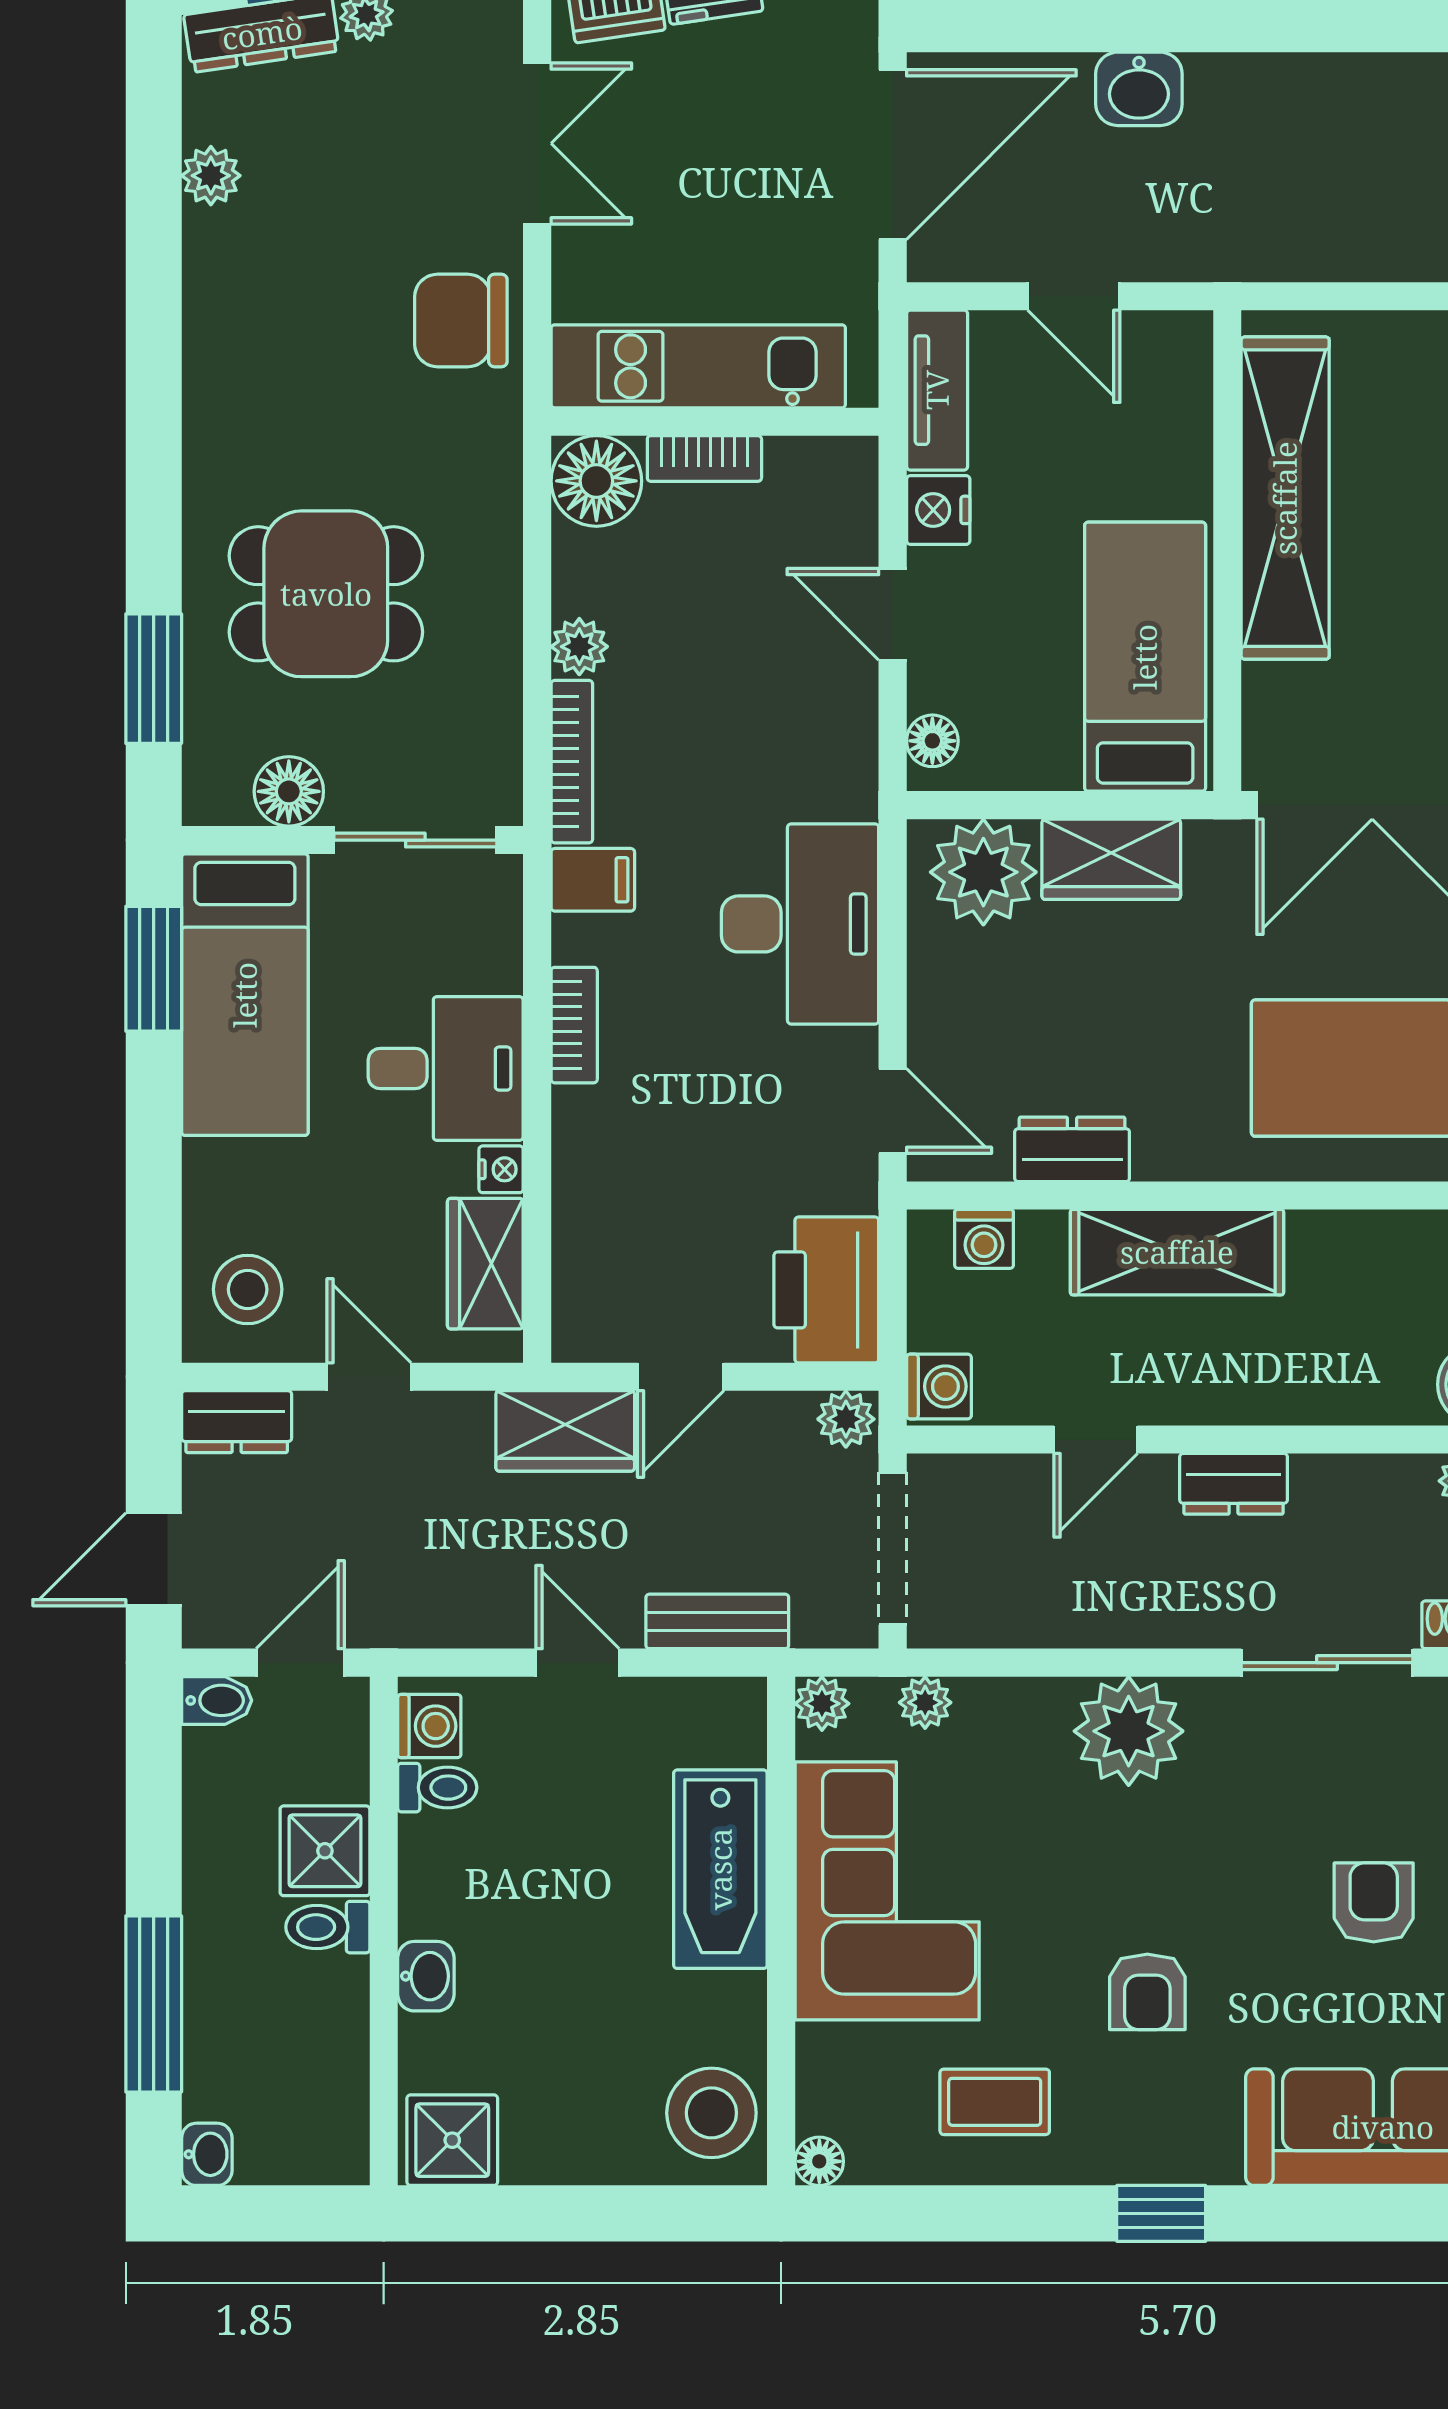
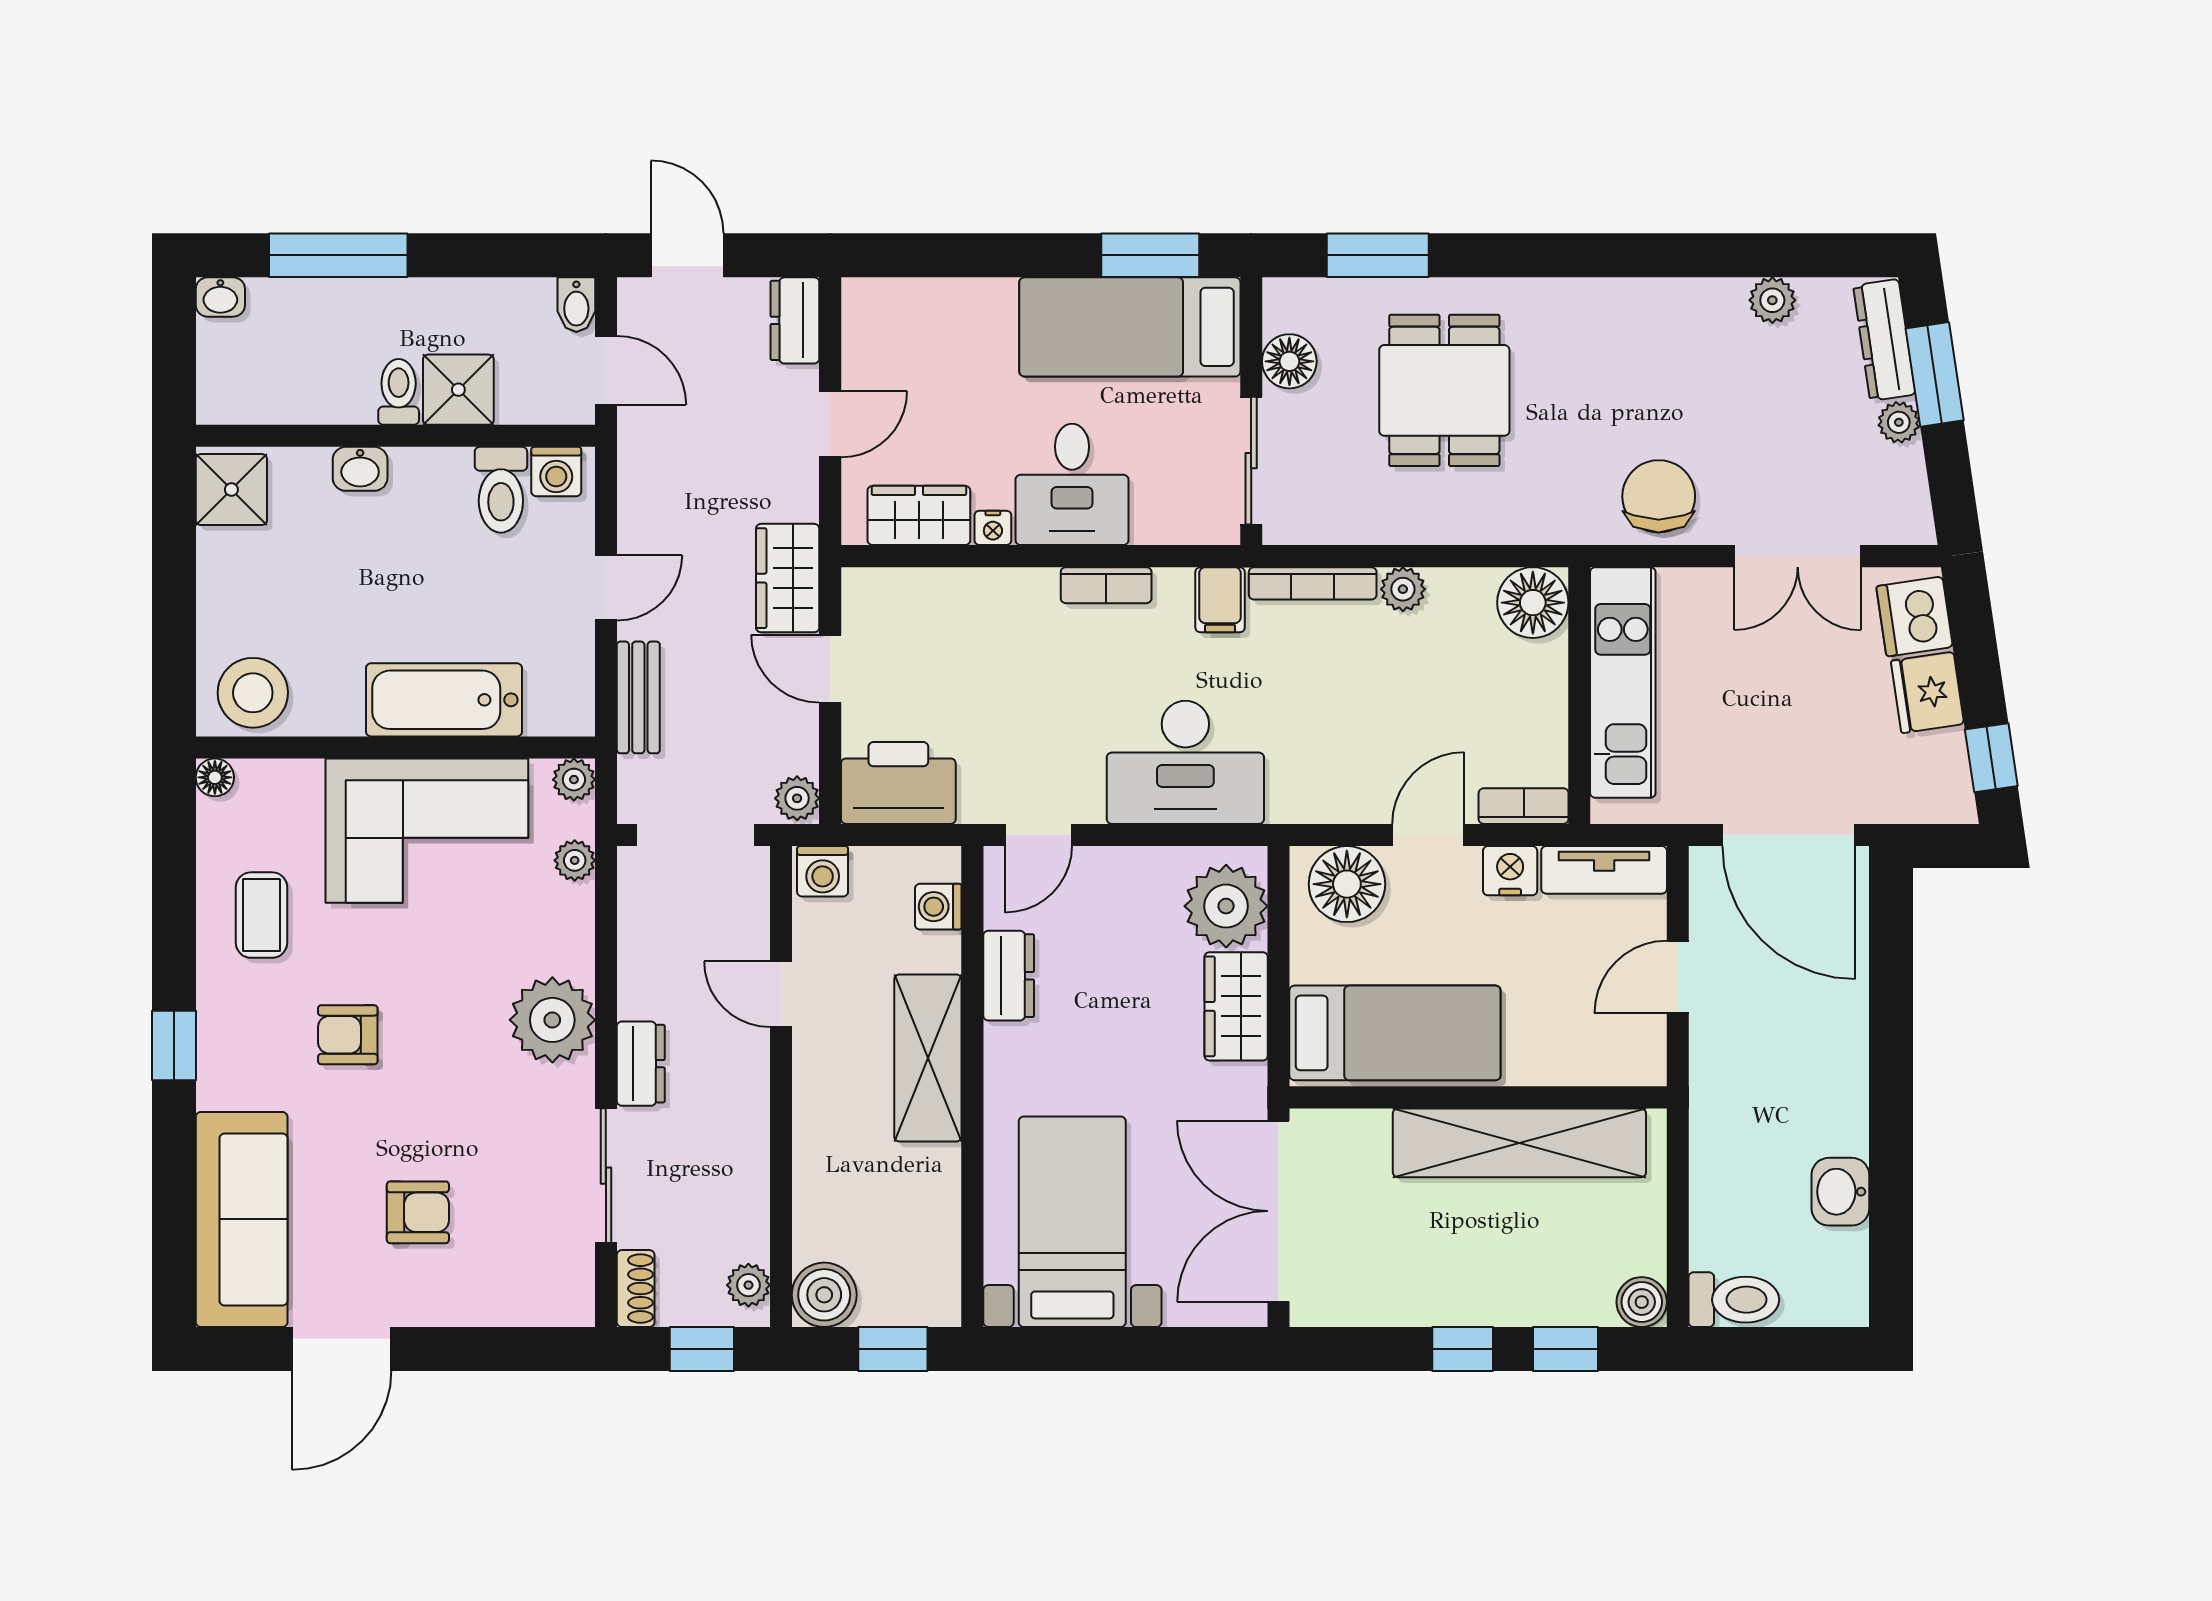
washbasin: (1139, 89) -> (1840, 1192), moved
bookcase: (704, 459) -> (1524, 806), moved, turned 90
floor lamp: (932, 741) -> (1347, 884), width x1.89, depth x1.89
stool: (248, 1289) -> (899, 329), removed
dresser: (1234, 1484) -> (641, 1064), moved, turned 180
toilet: (437, 1788) -> (501, 490), width x1.37, depth x1.39

